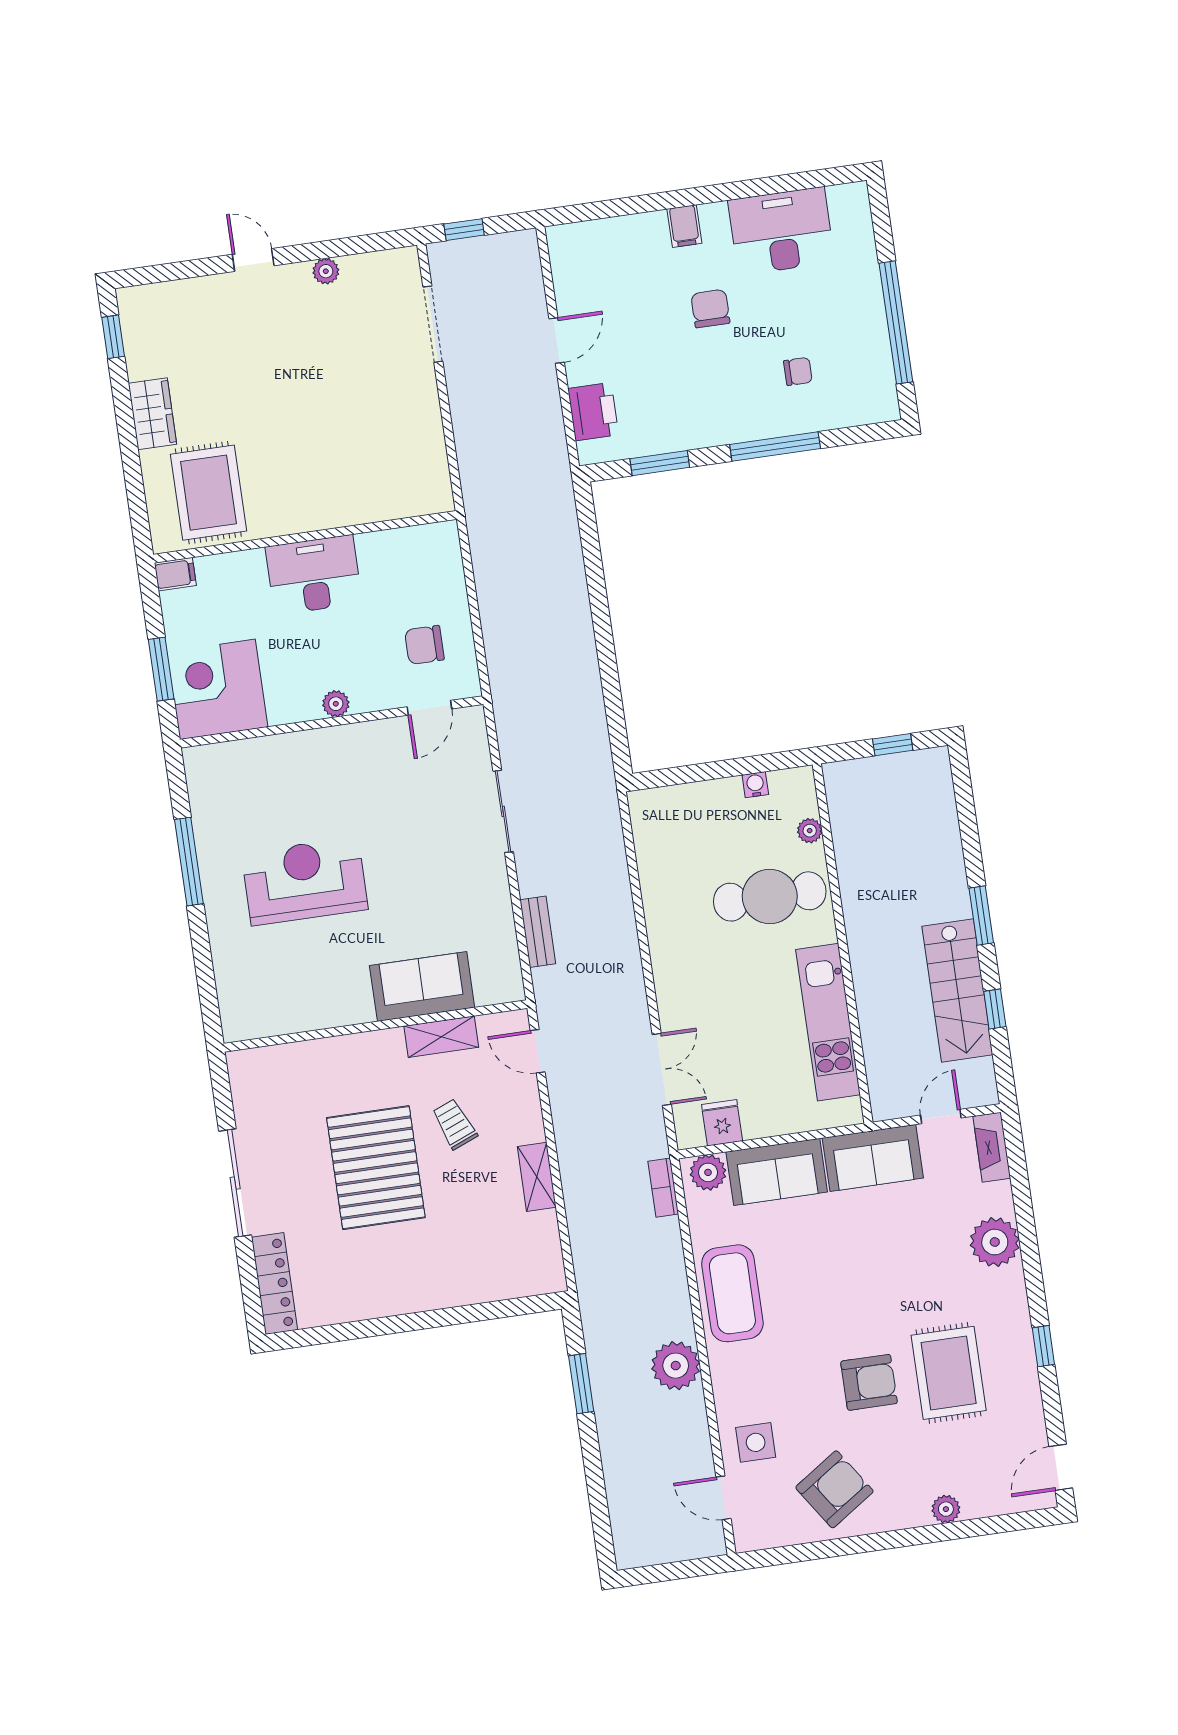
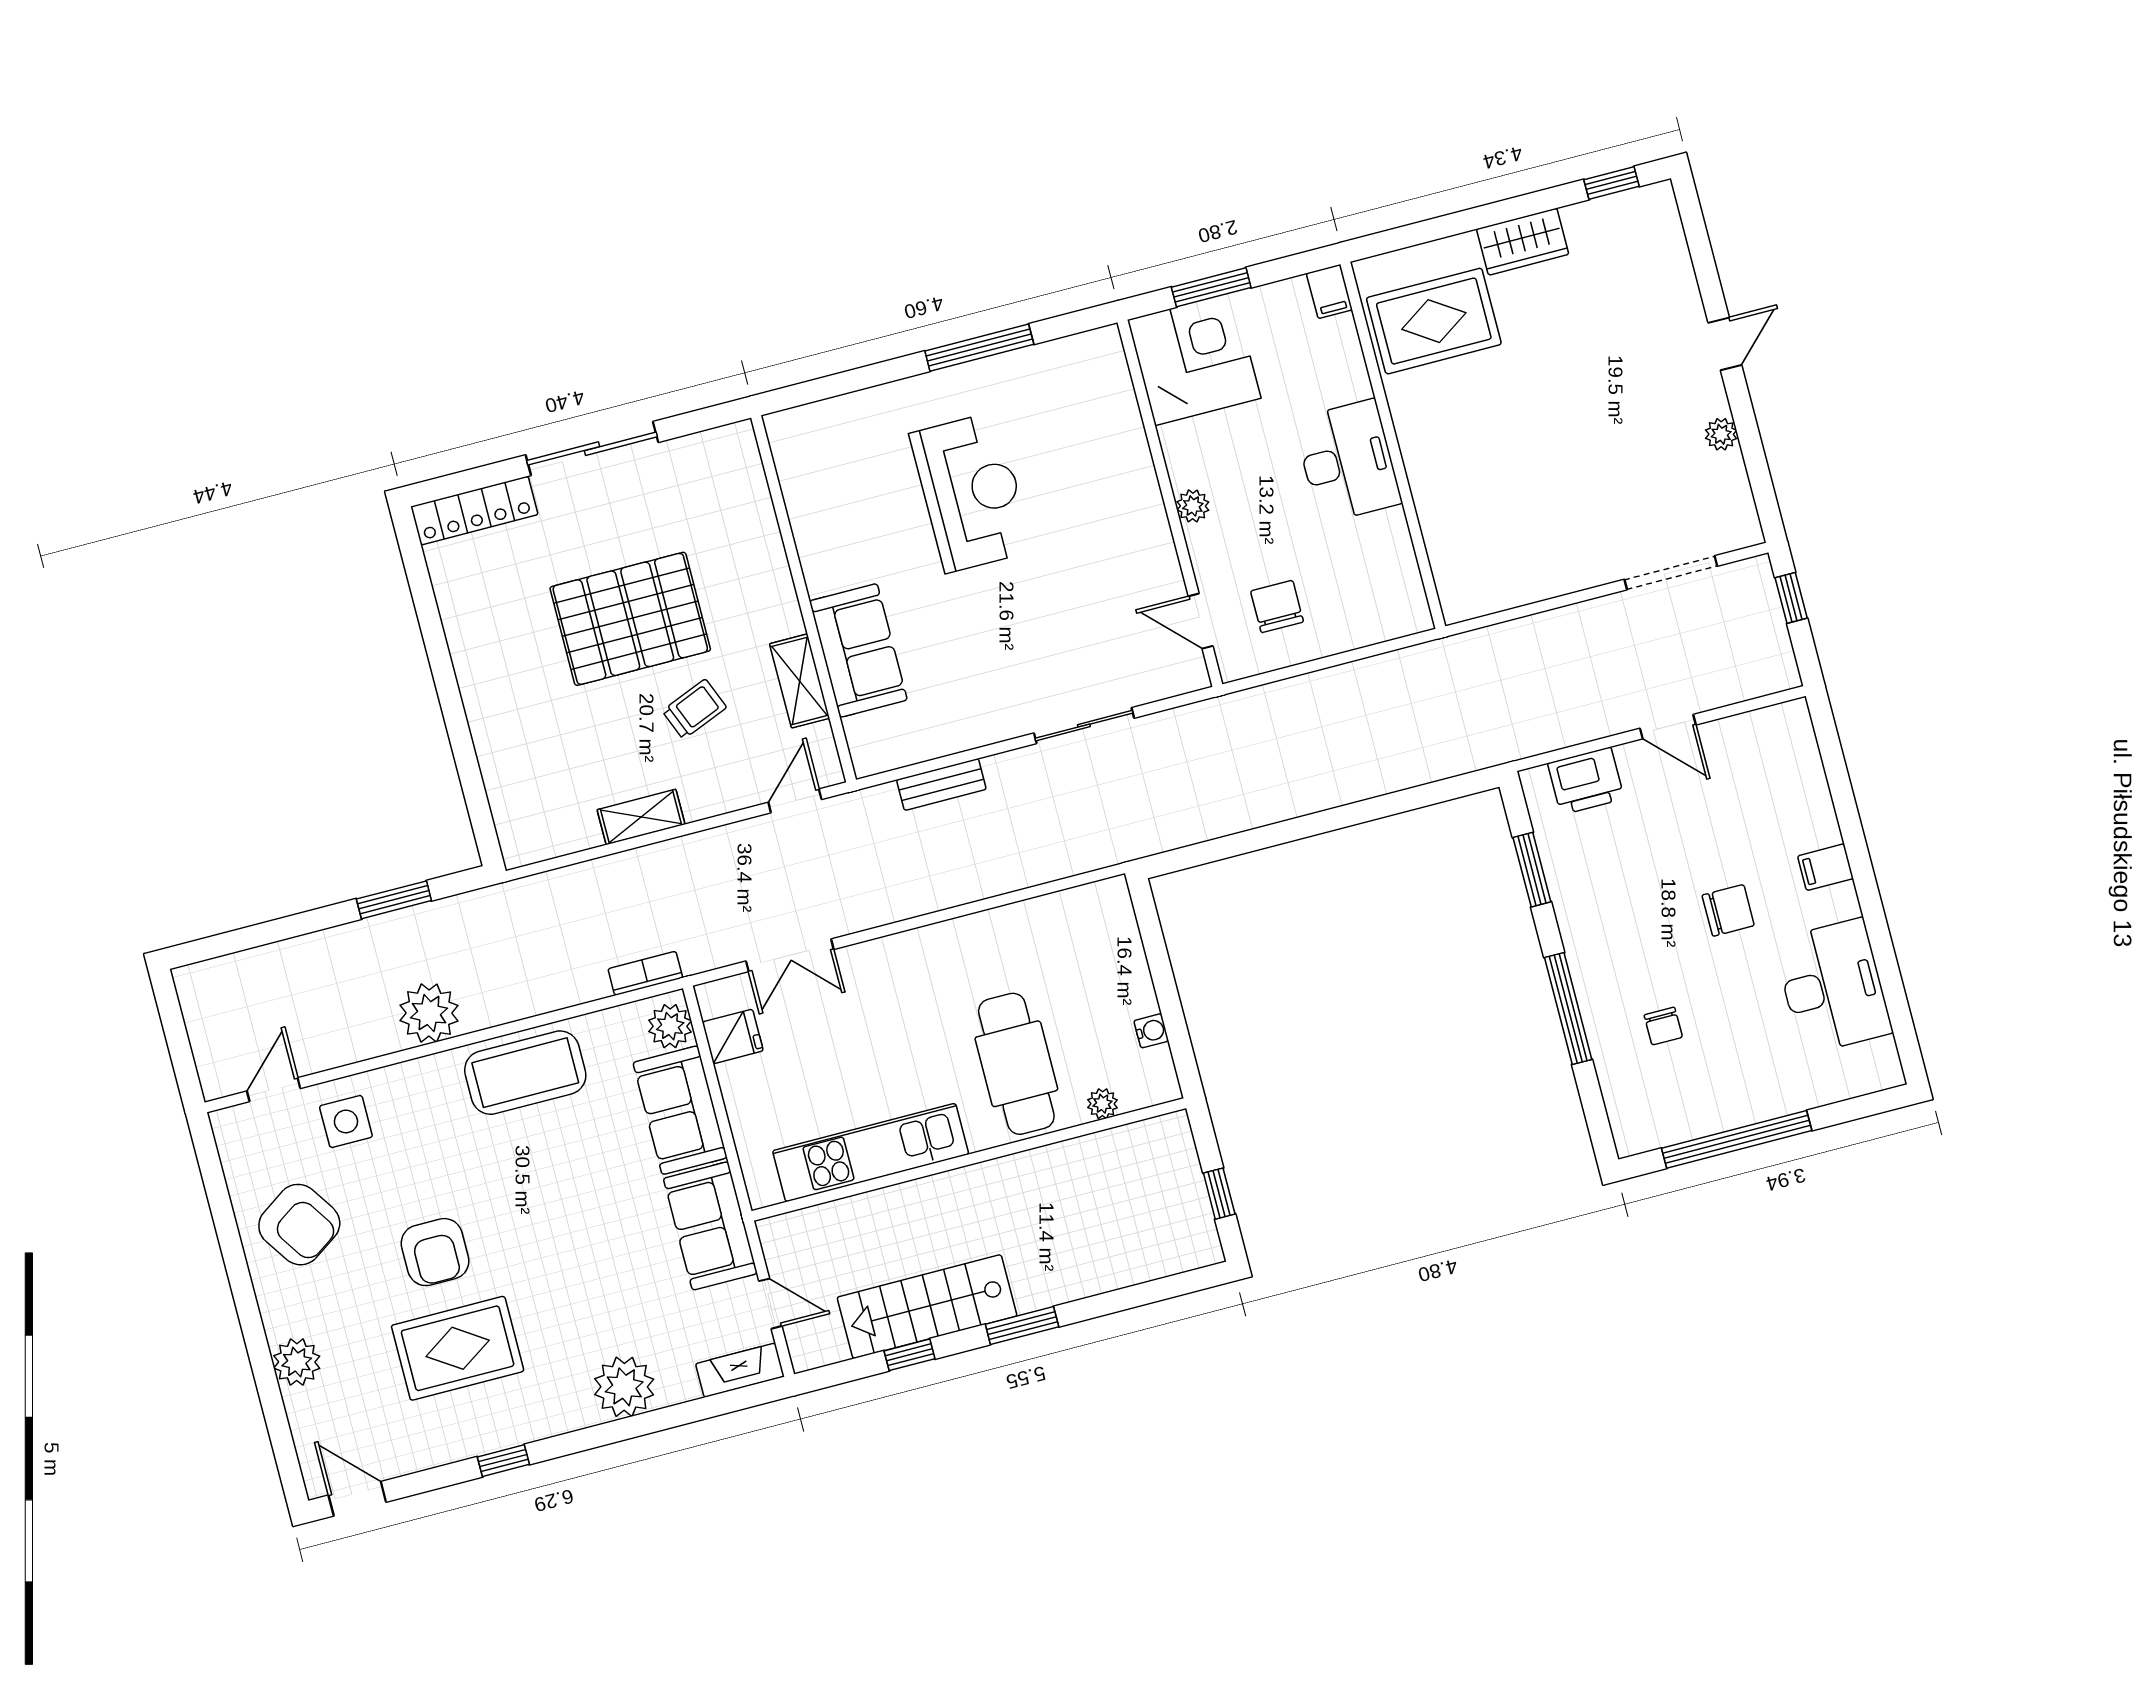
plant: (946, 1509) -> (297, 1362), width x1.38, depth x1.38

